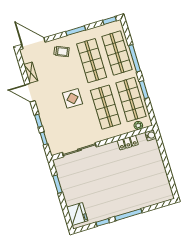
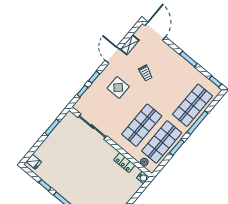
trolley: (62, 51) -> (146, 73), moved
shop shelf: (92, 61) -> (173, 88), removed
display table: (73, 98) -> (118, 88), moved
fridge: (77, 214) -> (34, 162), width x0.53, depth x0.75

